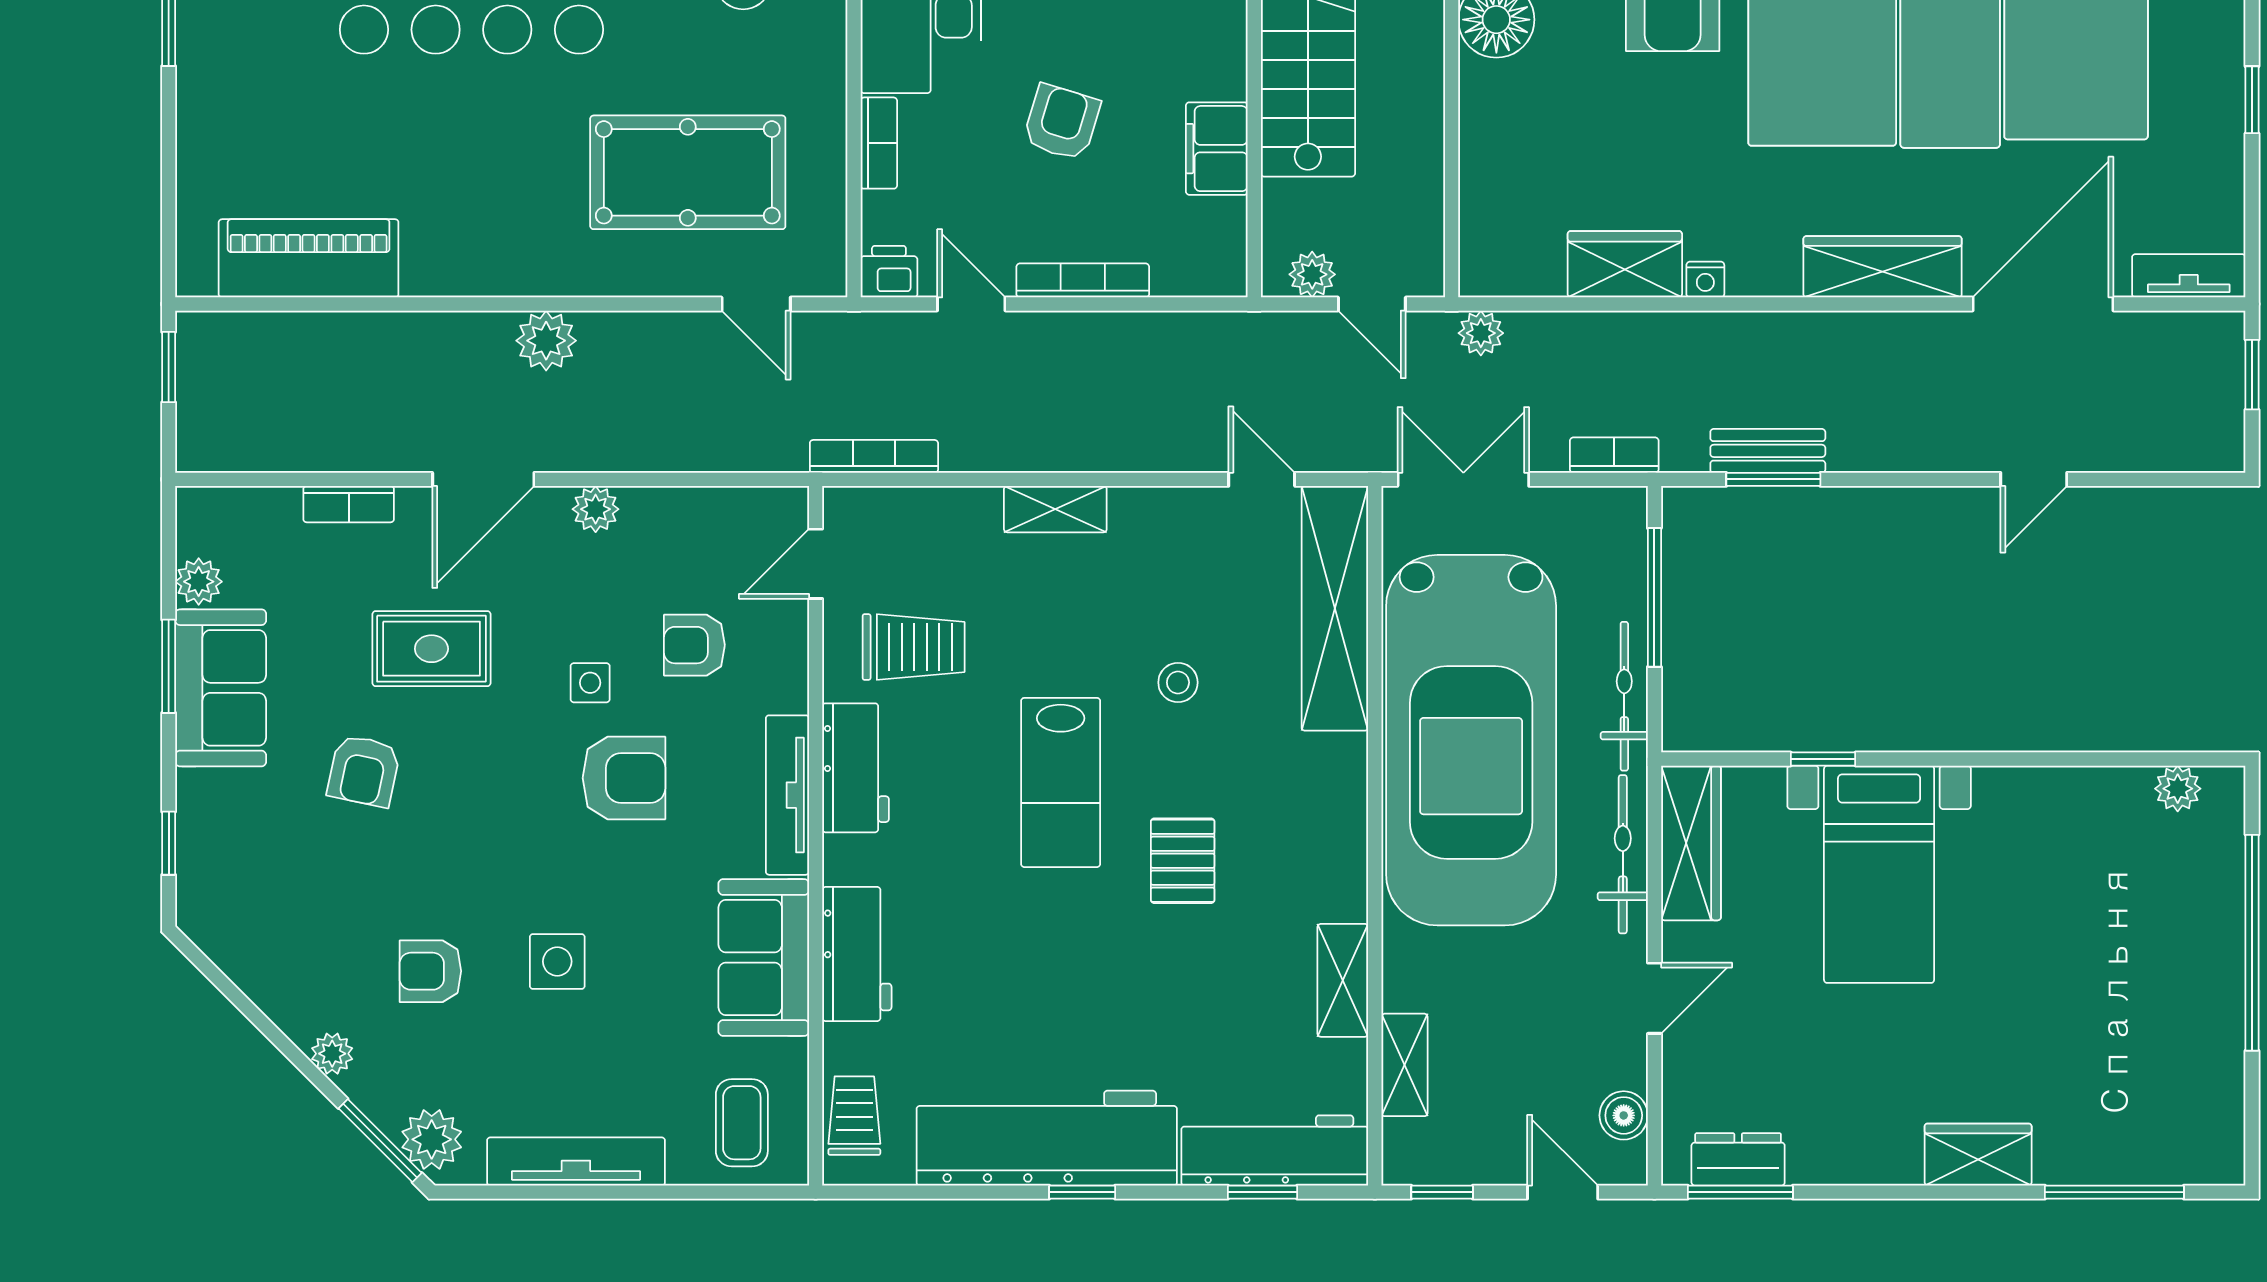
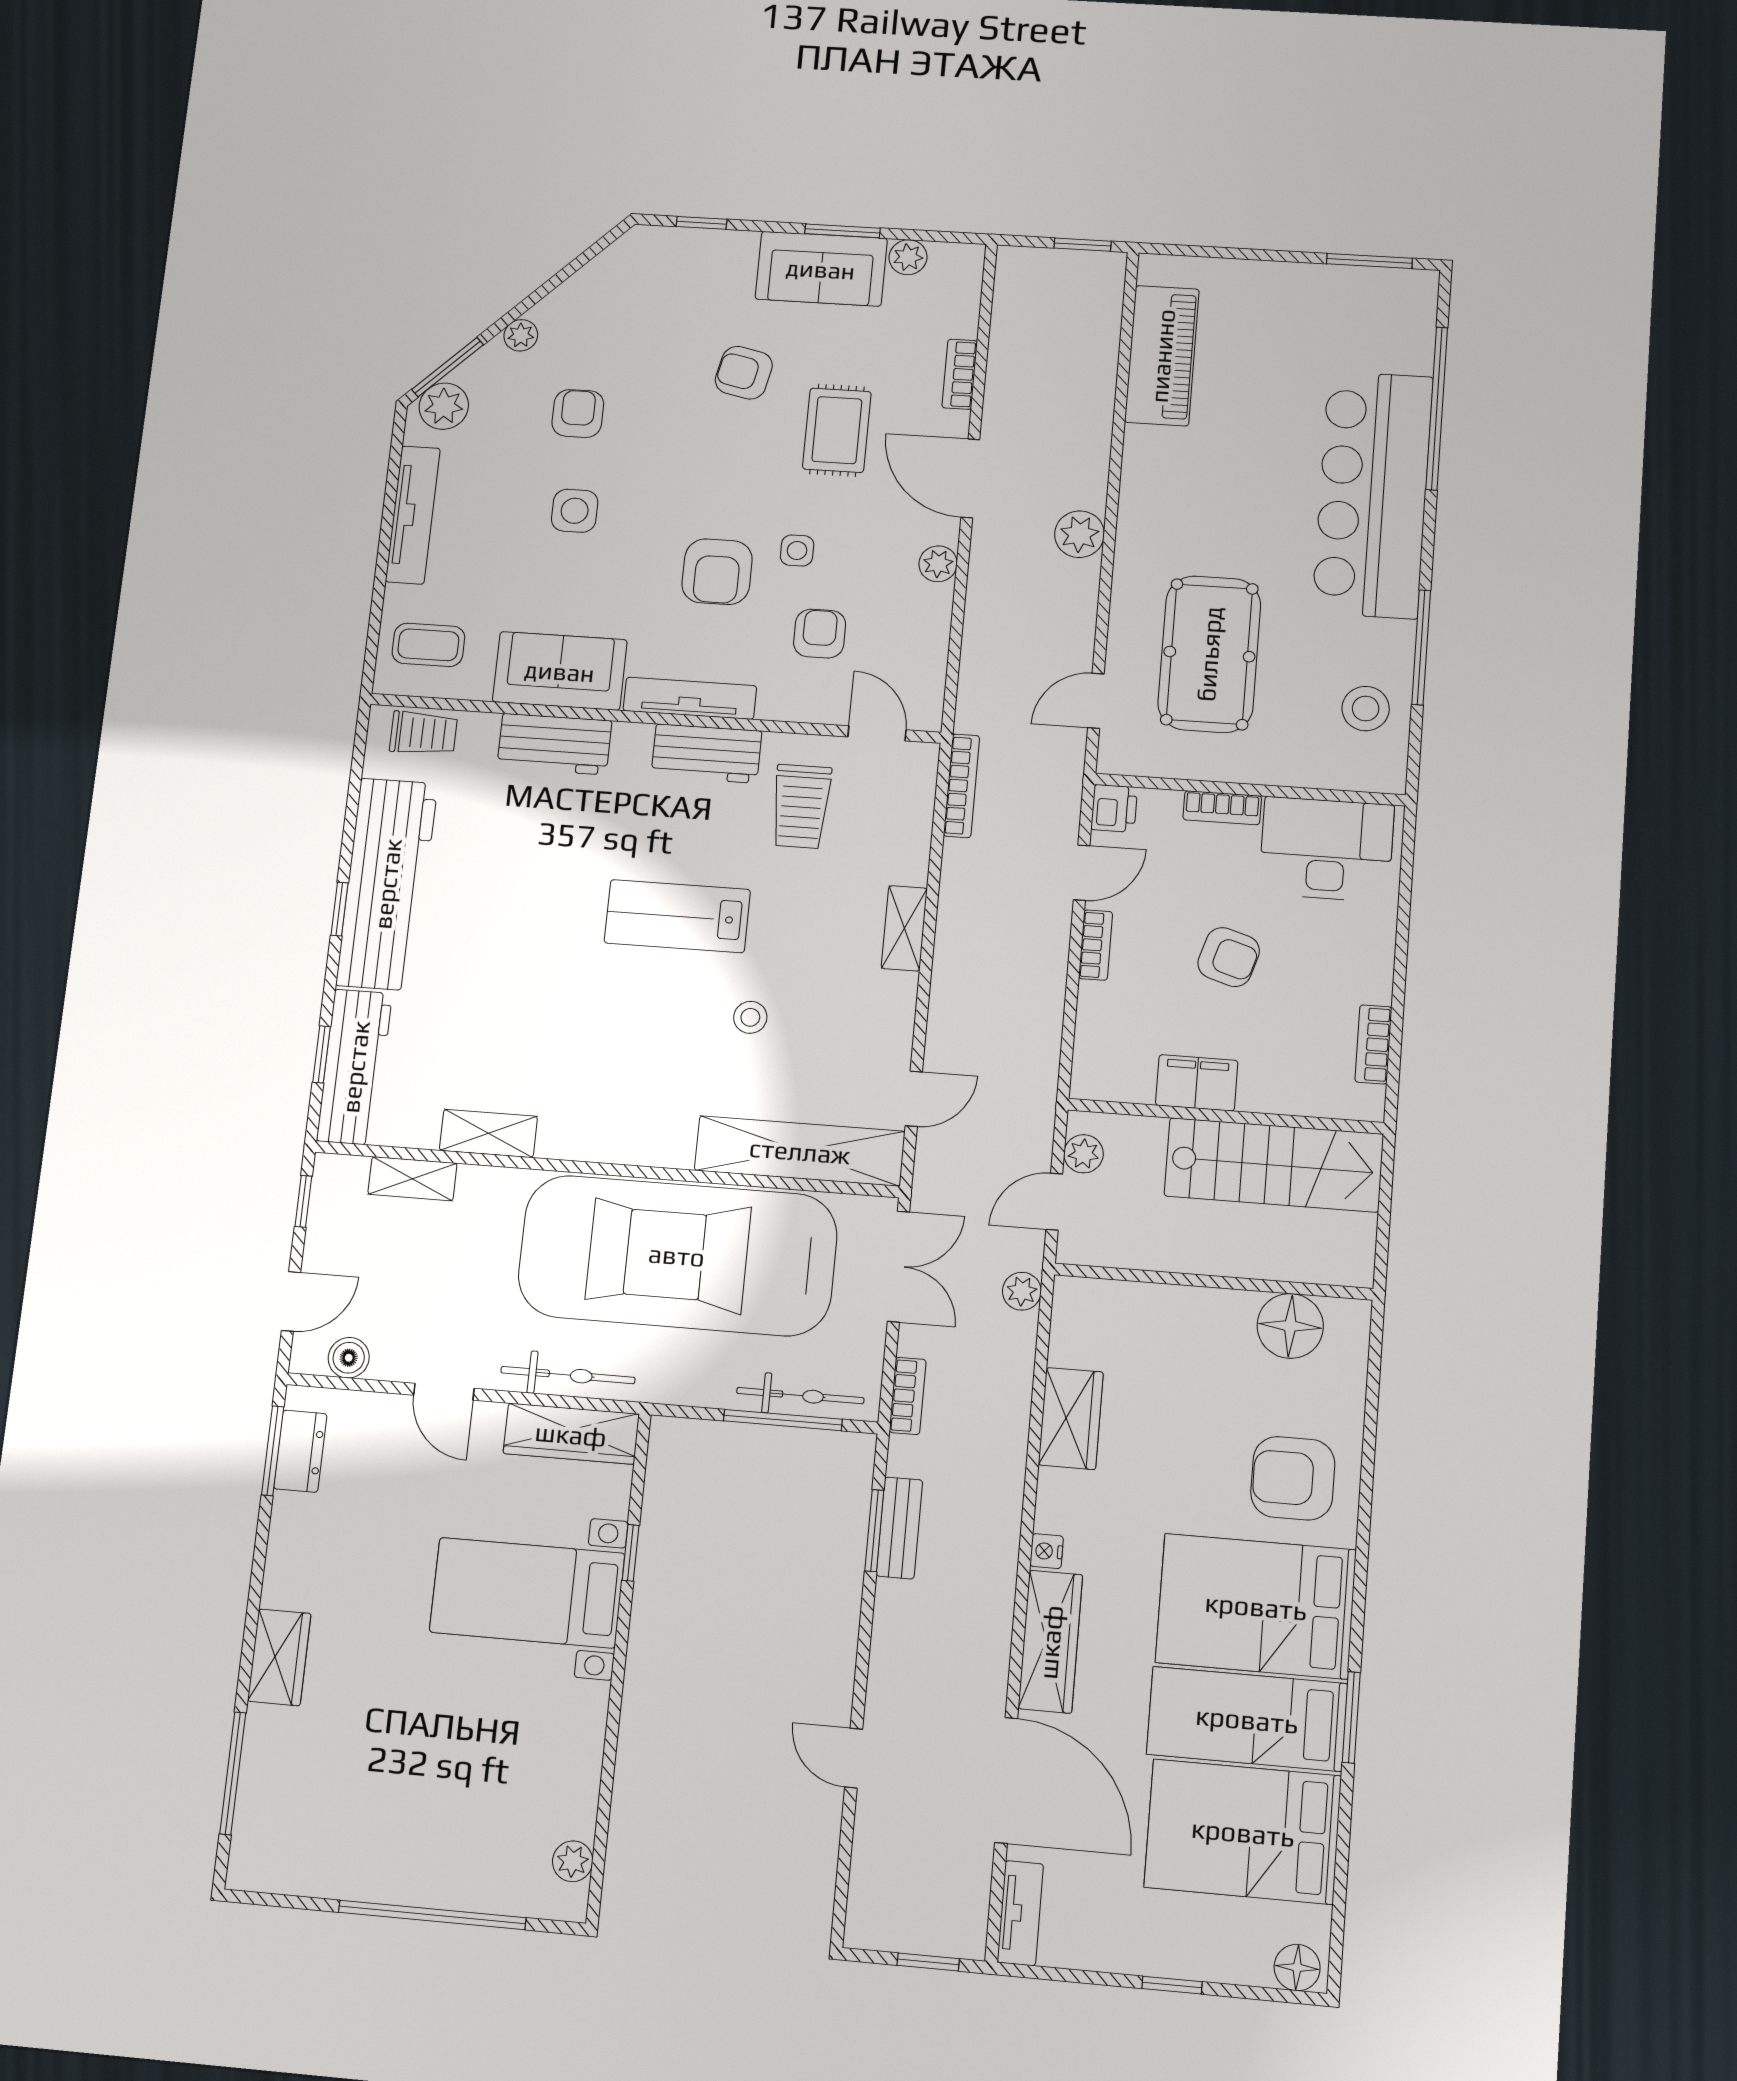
bookcase: (1083, 280) -> (1095, 945), width x0.64
nightstand: (1705, 280) -> (1047, 1551), moved
bicycle: (1624, 696) -> (800, 1396), moved
pallet: (1183, 861) -> (602, 1010), removed

